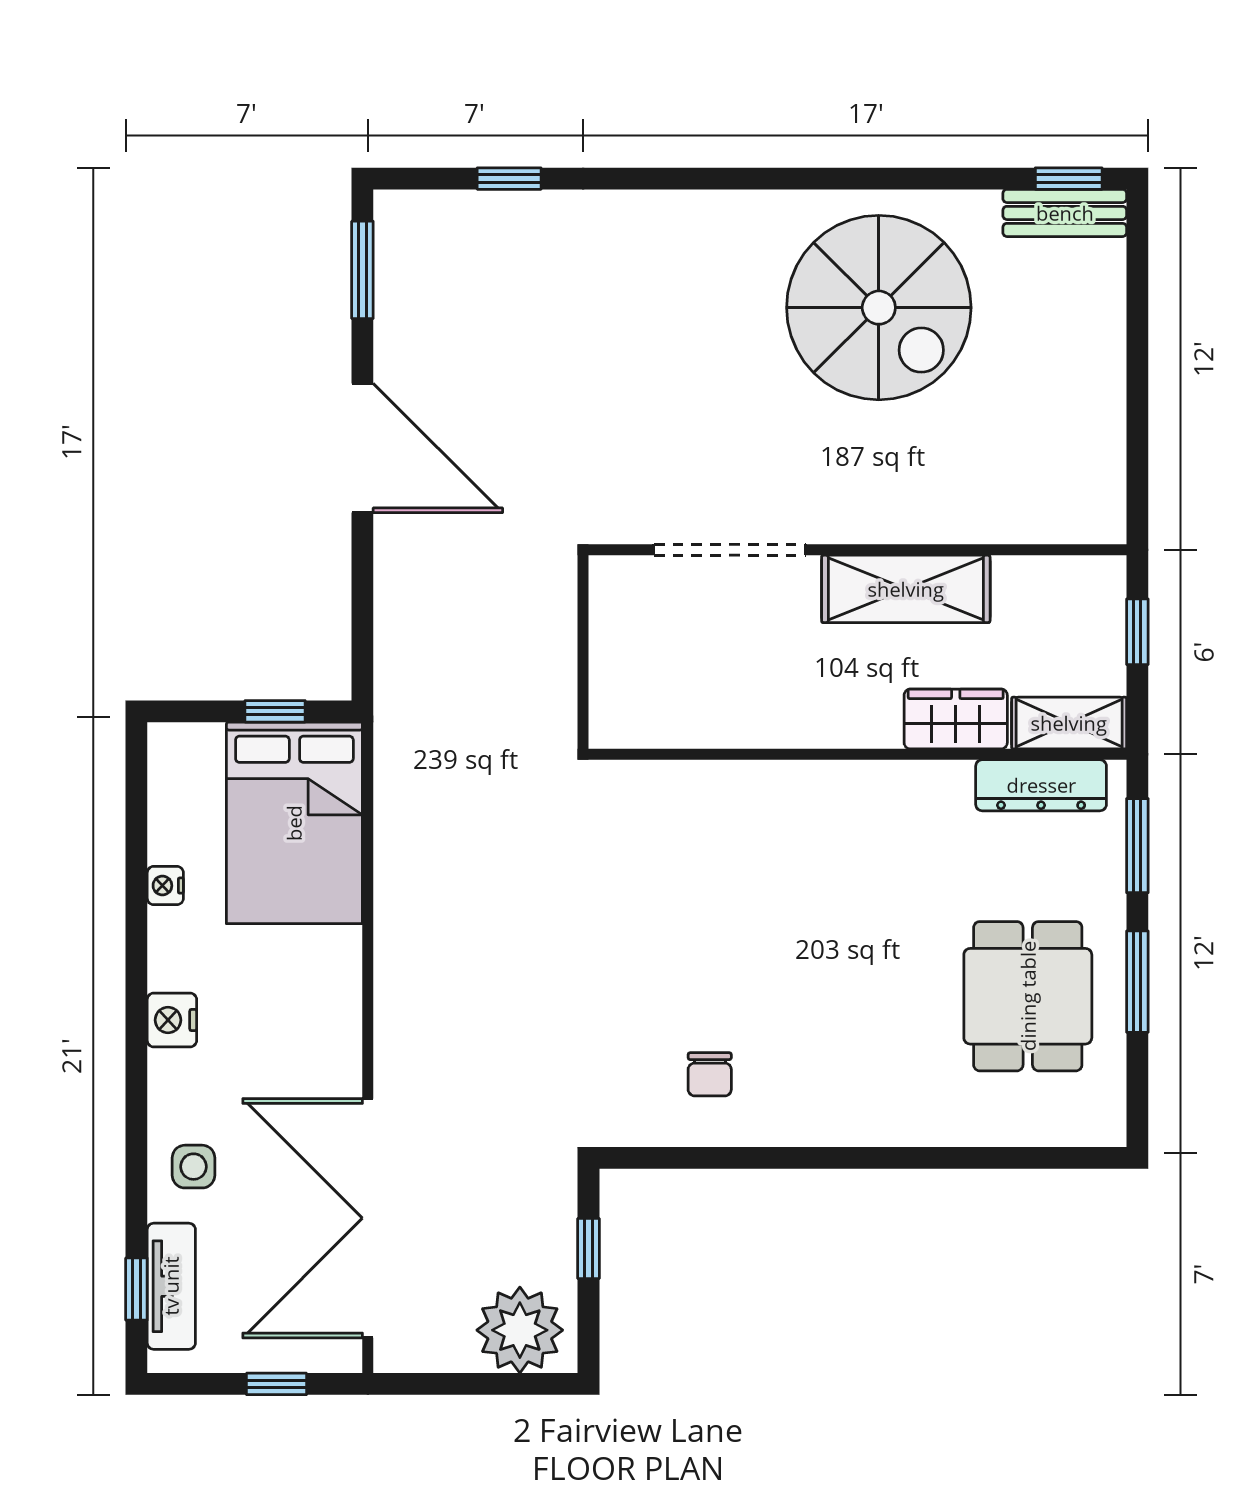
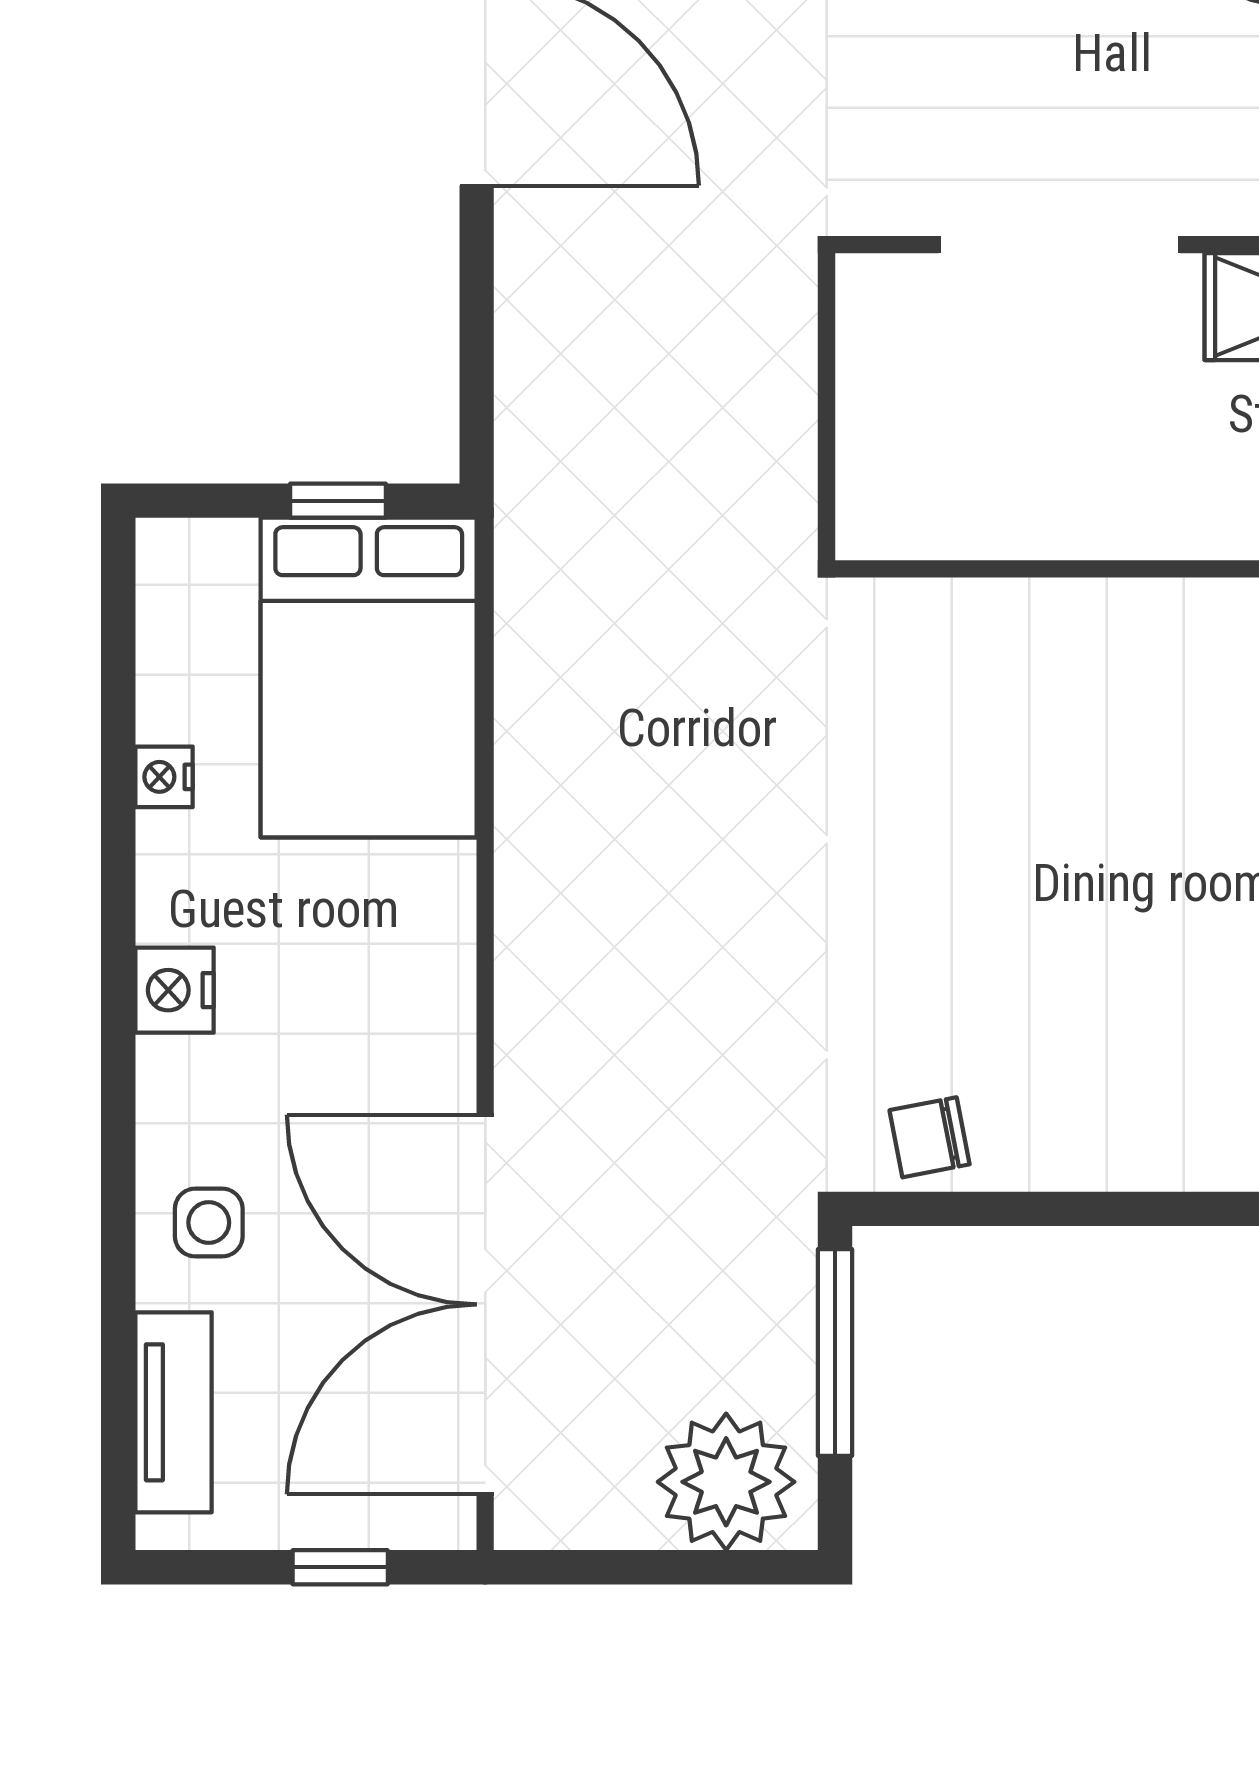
chair: (710, 1074) -> (930, 1137), moved, turned 79
window: (588, 1249) -> (835, 1352), width x2.17
window: (136, 1289) -> (118, 1417), removed

